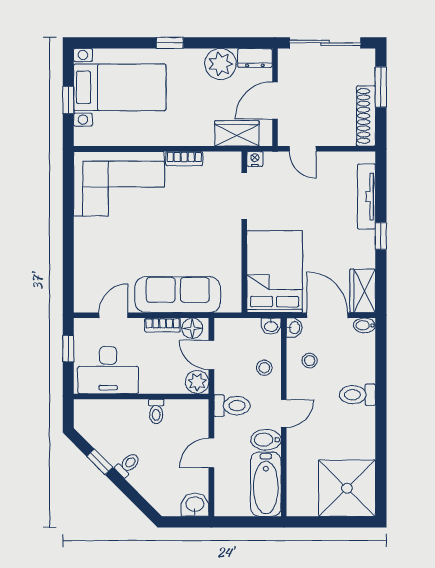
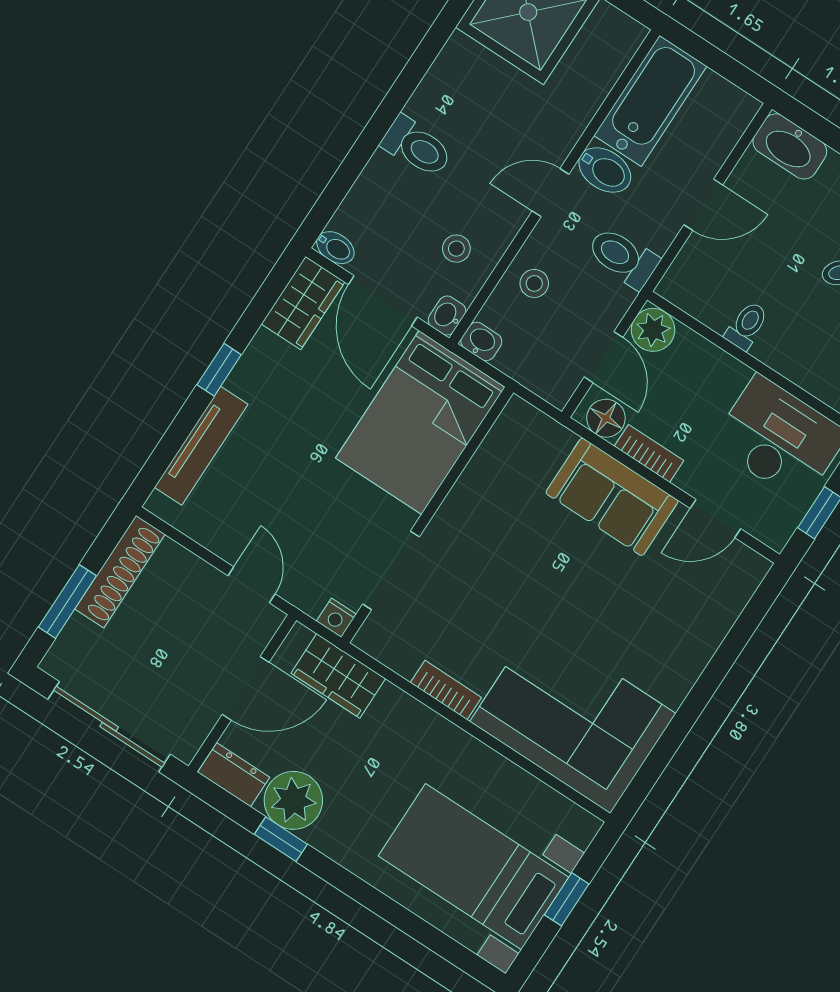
window: (170, 43) -> (281, 839), moved
sofa: (178, 295) -> (612, 497), width x0.73
washbasin: (195, 505) -> (790, 146), width x1.38

